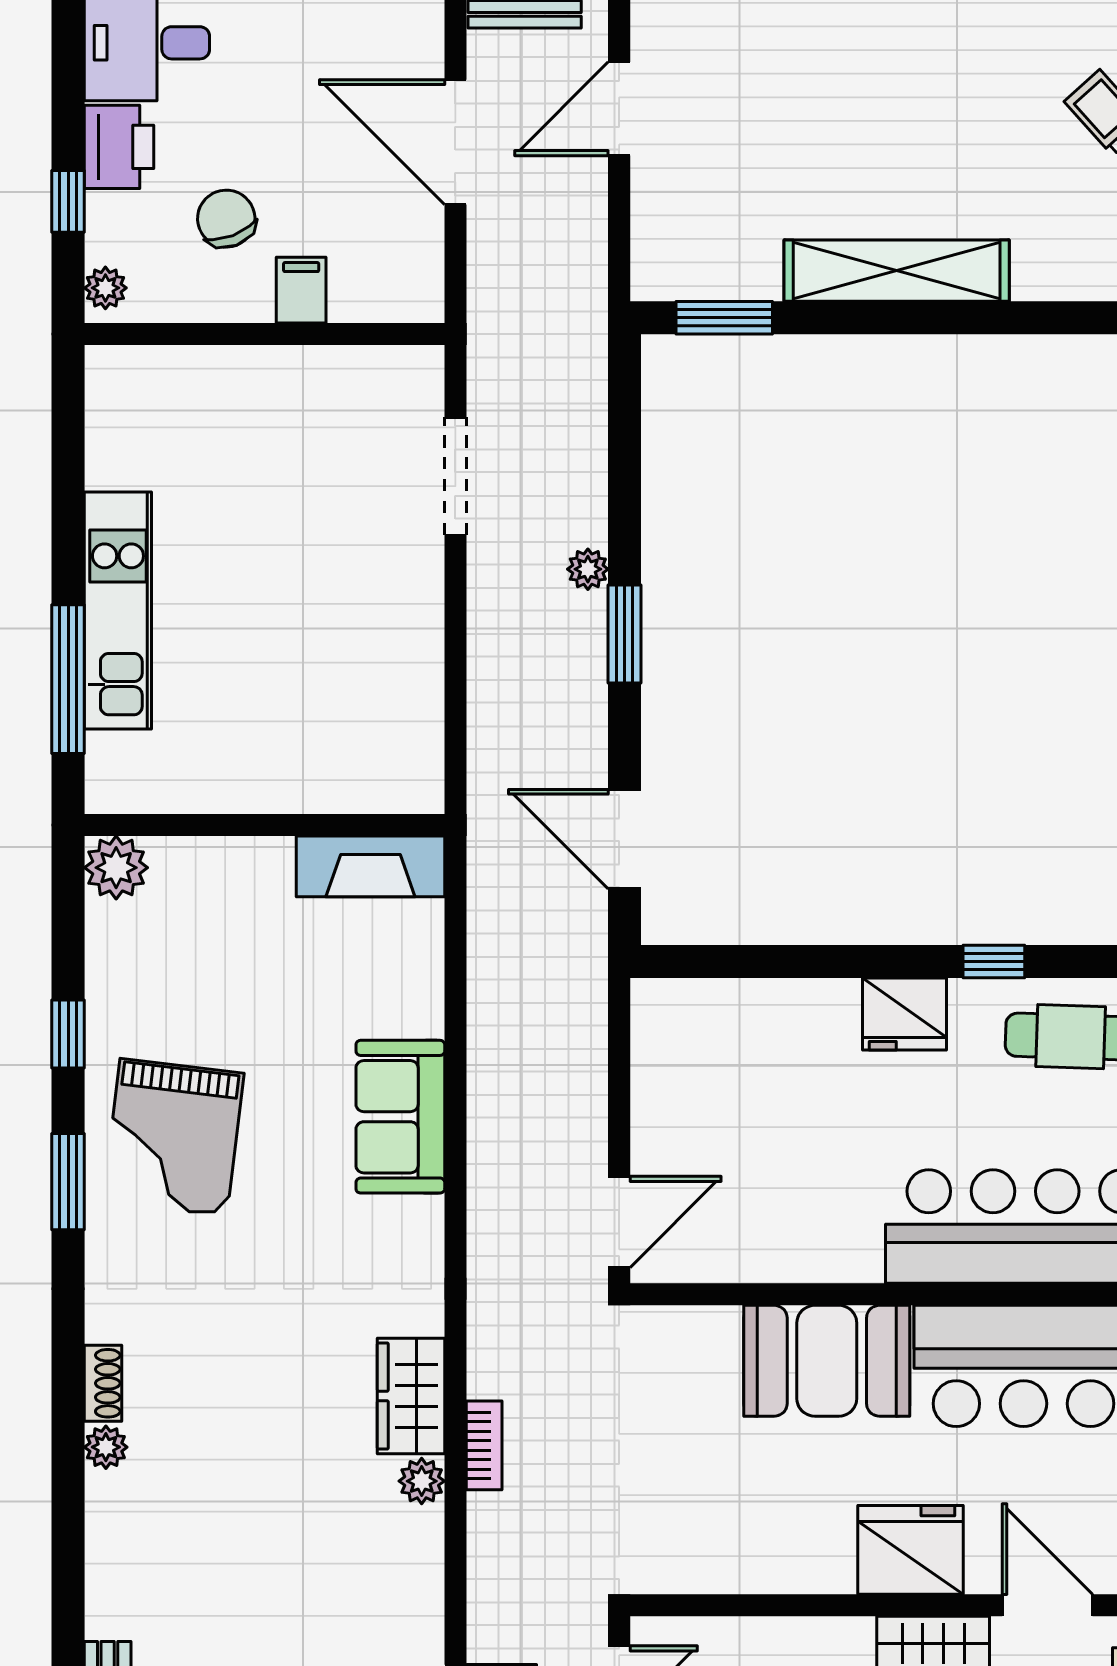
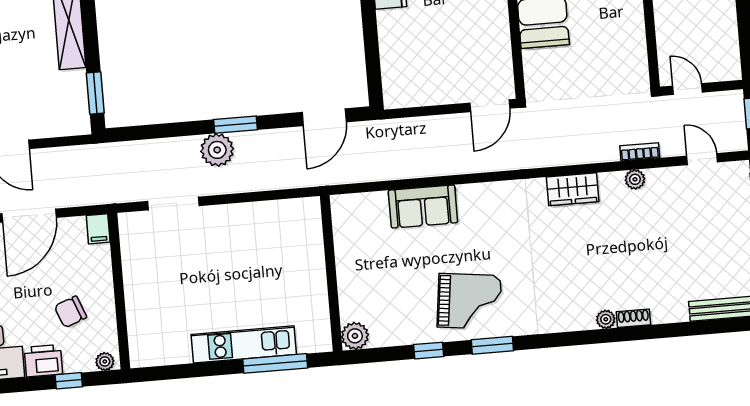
filing cabinet: (301, 290) -> (98, 229), moved, turned -90
plant: (588, 569) -> (217, 150), width x1.87, depth x1.87
fireplace: (370, 866) -> (345, 226), removed
sofa: (400, 1117) -> (423, 206), moved
door: (619, 1222) -> (490, 106), swing flipped
shoe rack: (103, 1383) -> (633, 318), moved
bookcase: (484, 1445) -> (640, 152), moved
plant: (422, 1481) -> (635, 179), moved

